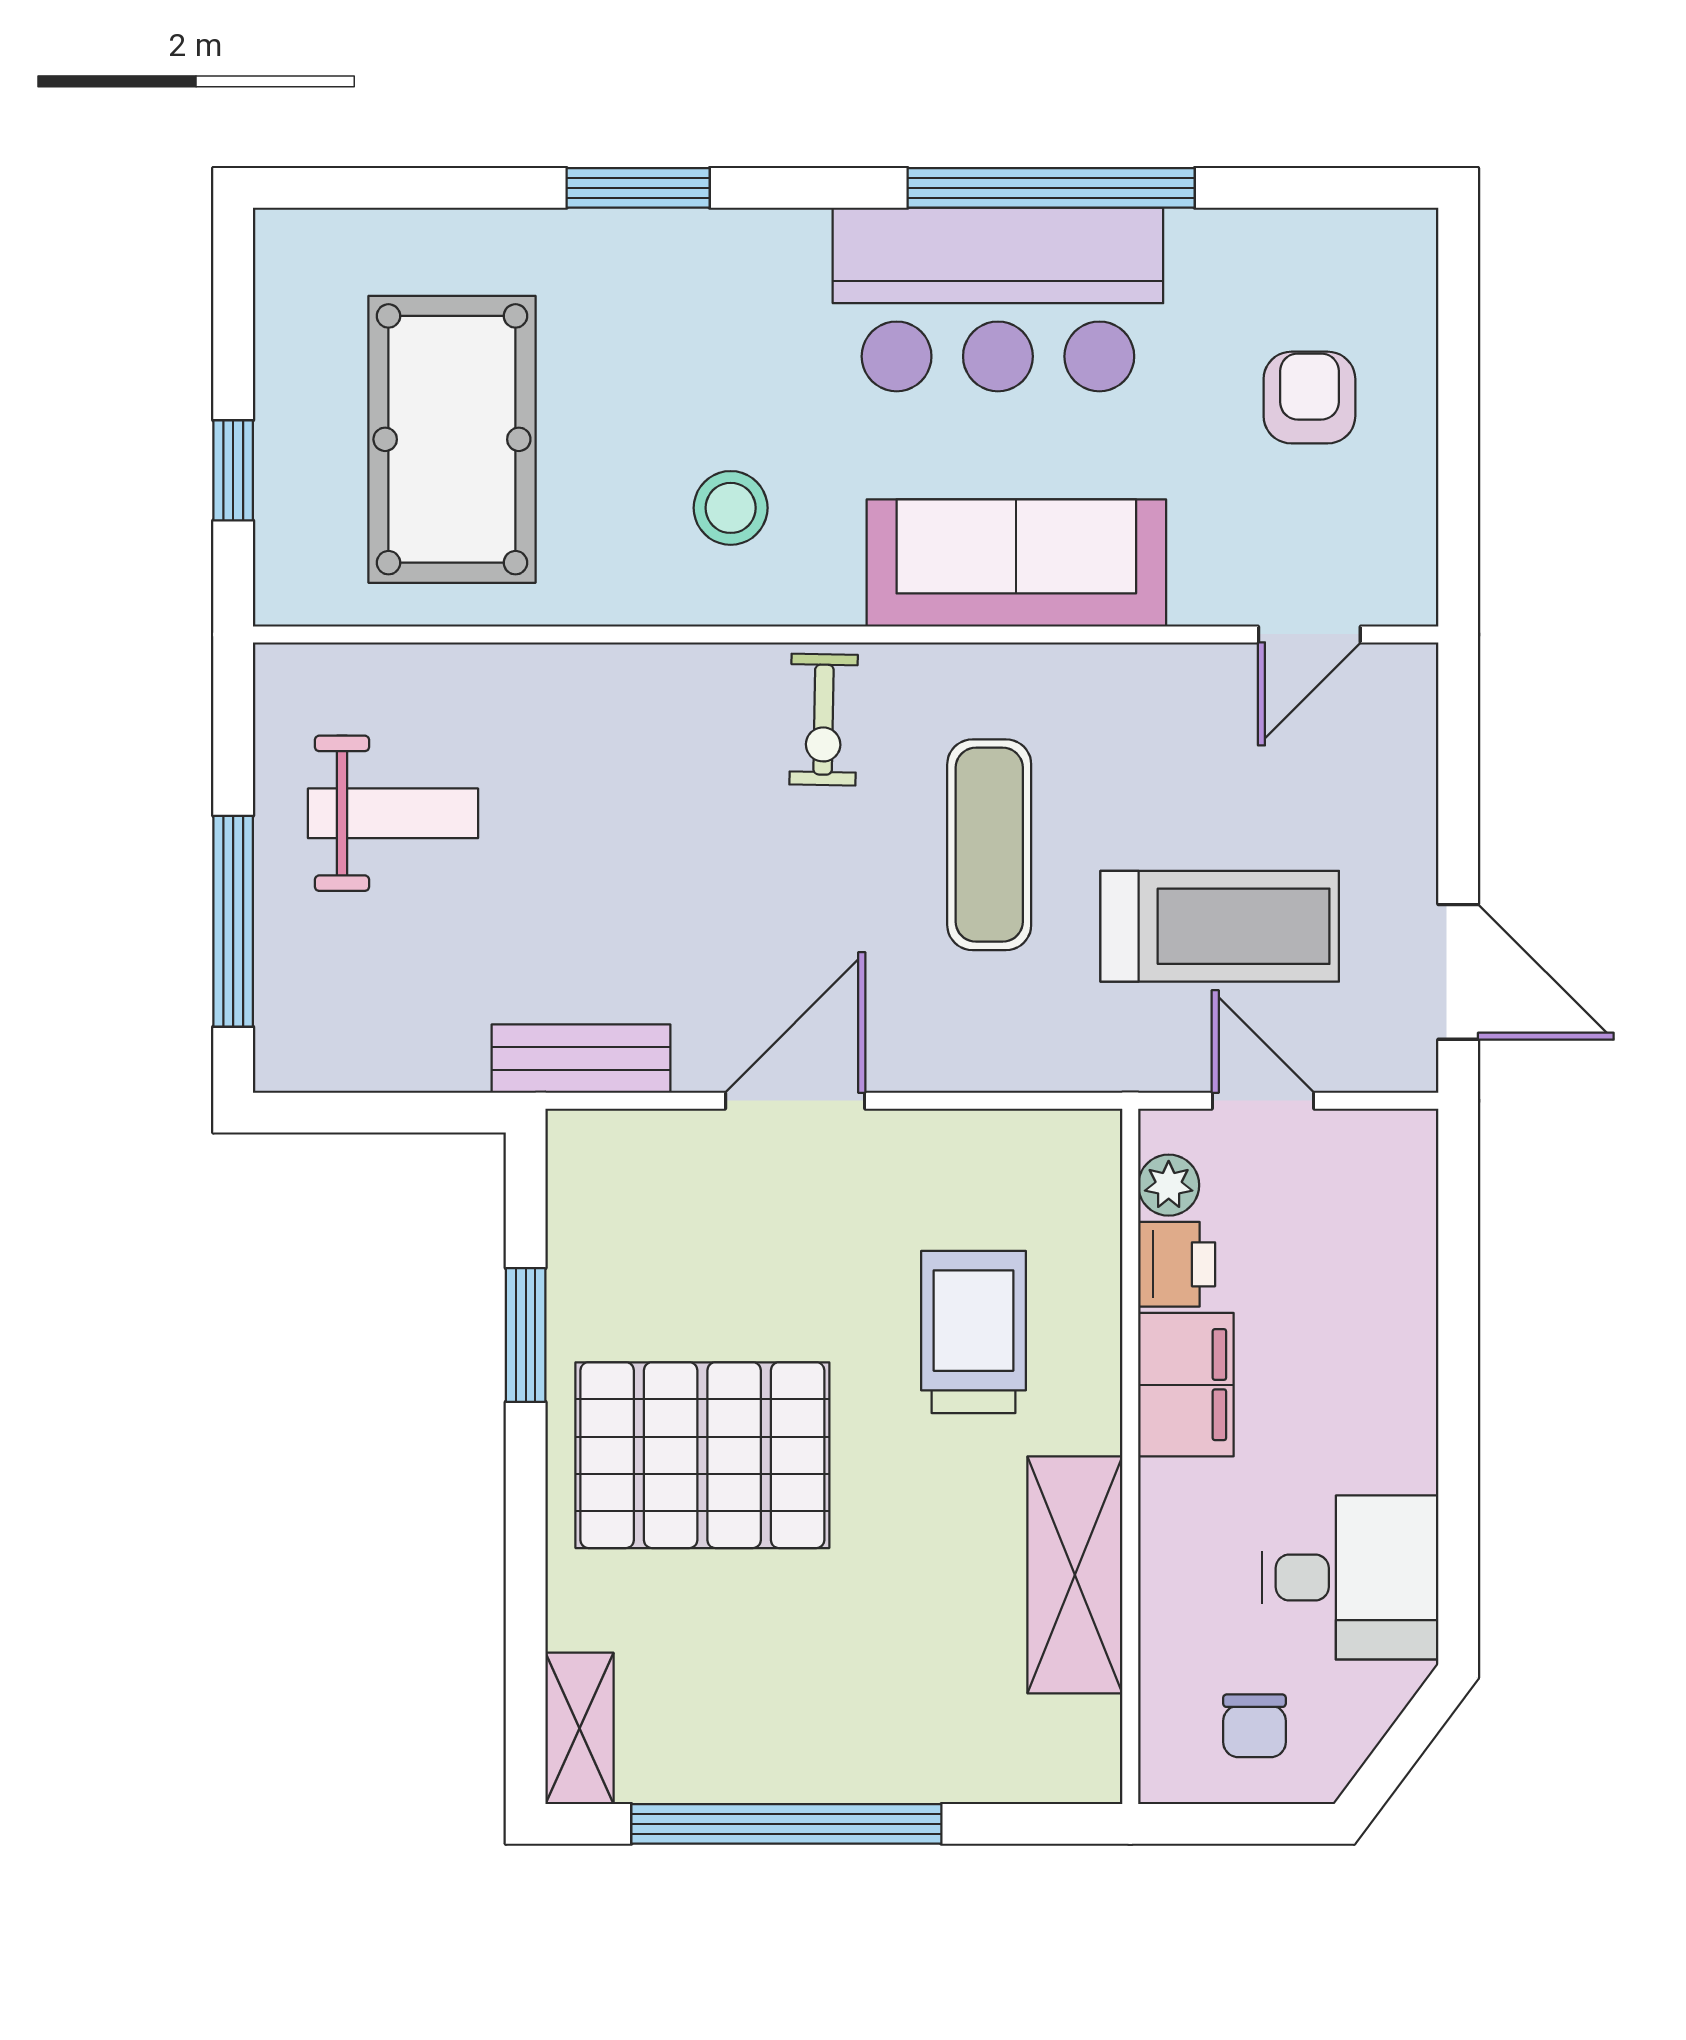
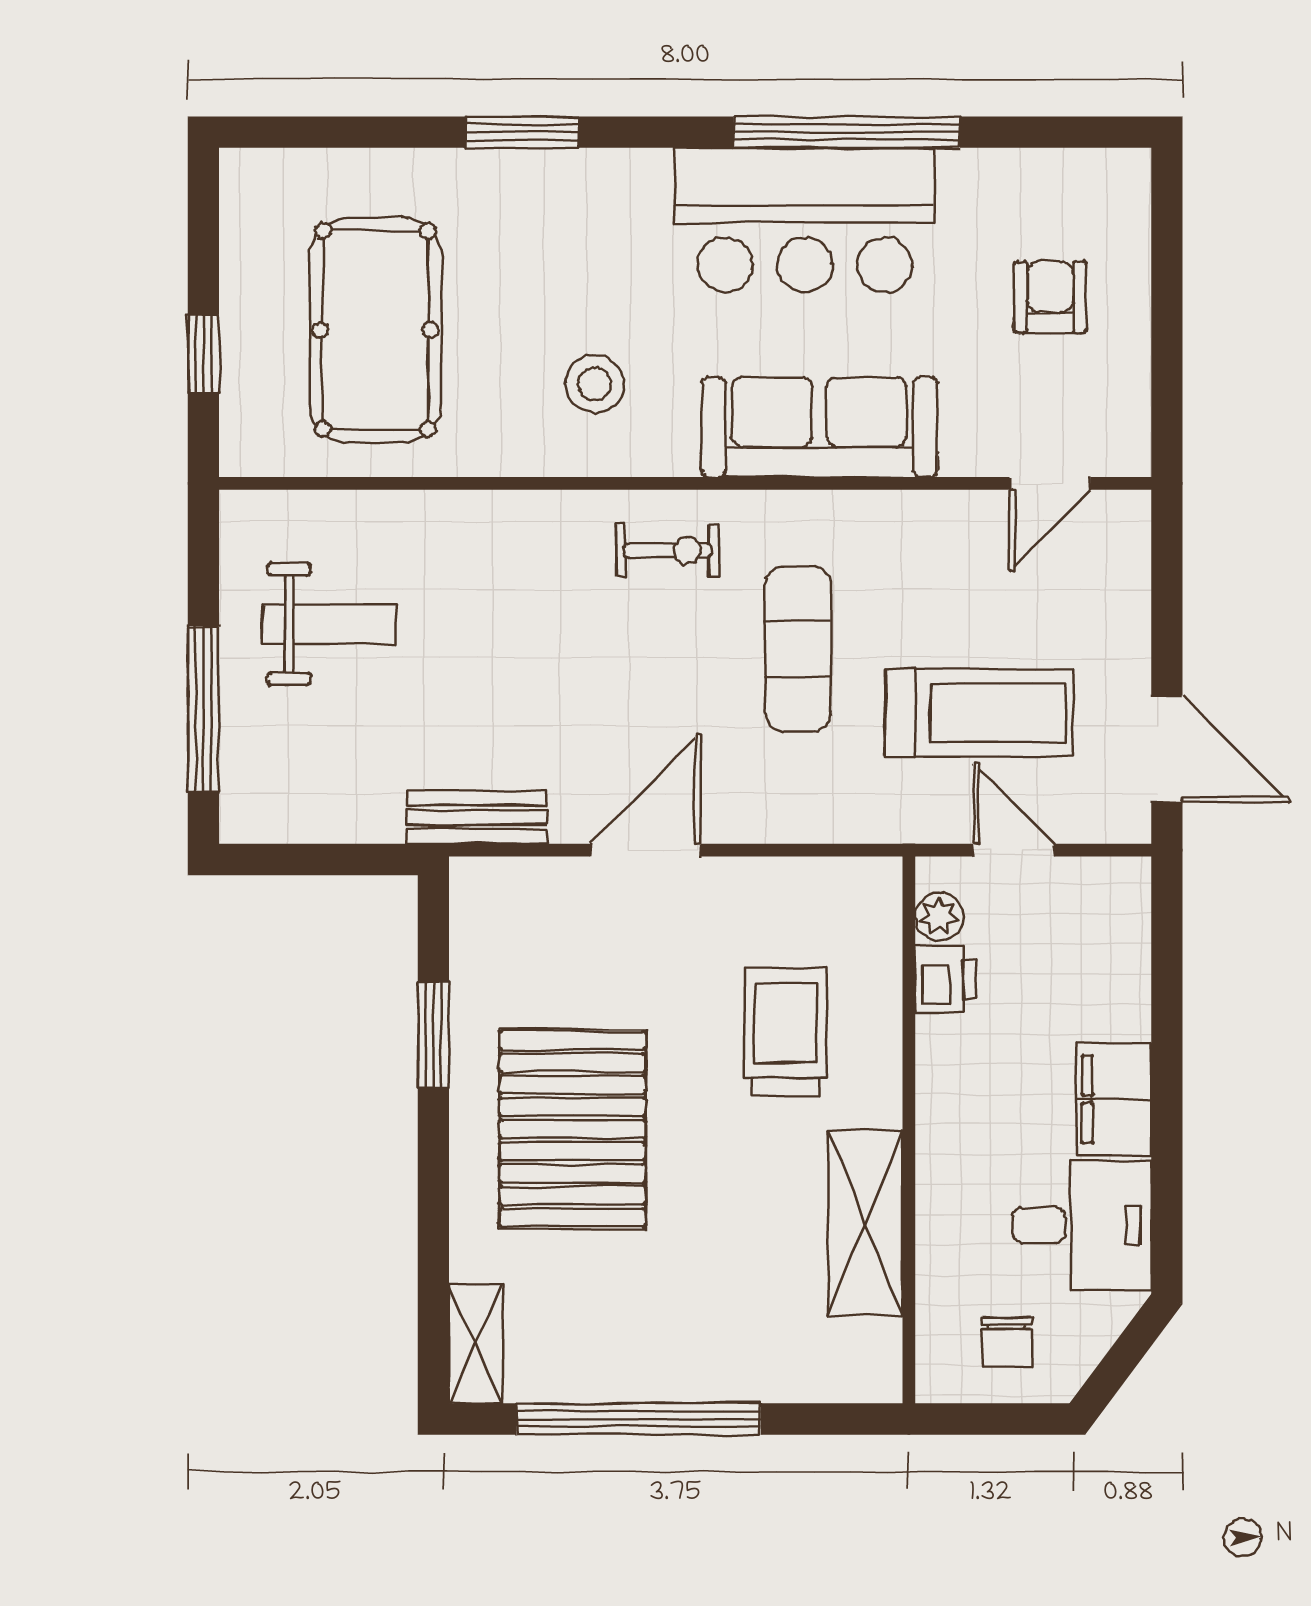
exercise bike: (824, 720) -> (668, 550), turned -91
filing cabinet: (1186, 1385) -> (1114, 1099), moved, turned 180
pallet: (702, 1455) -> (572, 1129), turned 90

